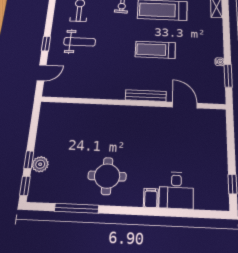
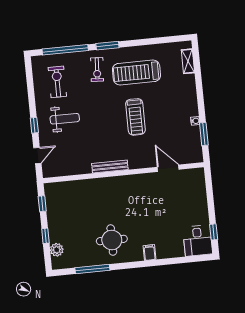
treadmill: (155, 50) -> (135, 117), turned -90
bench: (146, 96) -> (110, 167), moved
plant: (40, 164) -> (57, 250), moved
window: (25, 186) -> (42, 204), moved
desk: (176, 190) -> (198, 241), moved

